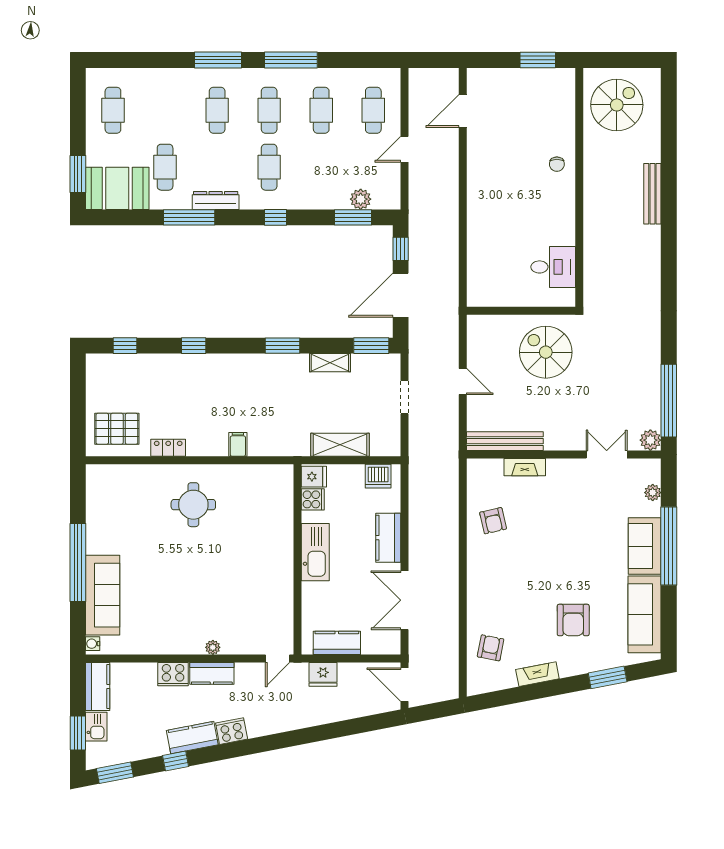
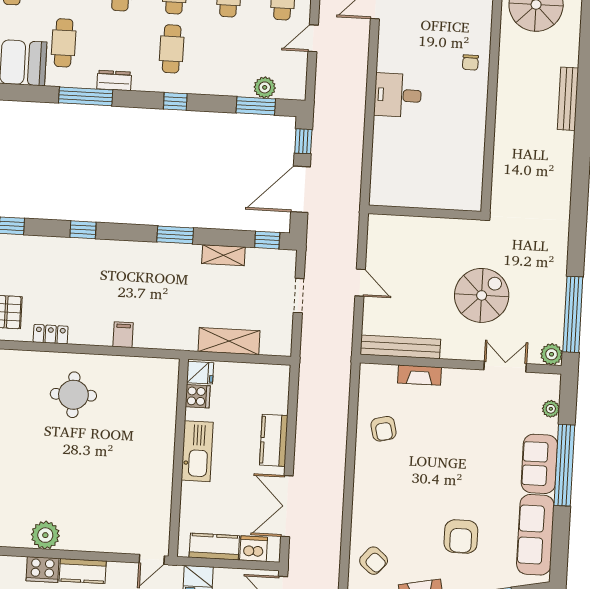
dresser: (216, 201) -> (114, 80), width x0.70
desk: (553, 267) -> (398, 95), moved, turned 180
window: (371, 346) -> (267, 240), width x0.67
spiral stairs: (546, 352) -> (482, 295), moved, turned 90
dishwasher: (378, 476) -> (254, 549), moved, turned 180
plant: (213, 647) -> (45, 535), moved, width x1.87, depth x1.87
armchair: (491, 648) -> (374, 561), turned 120

